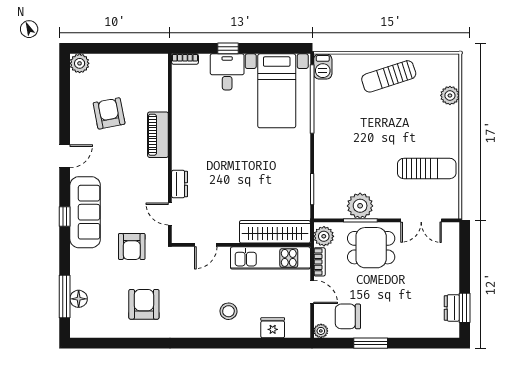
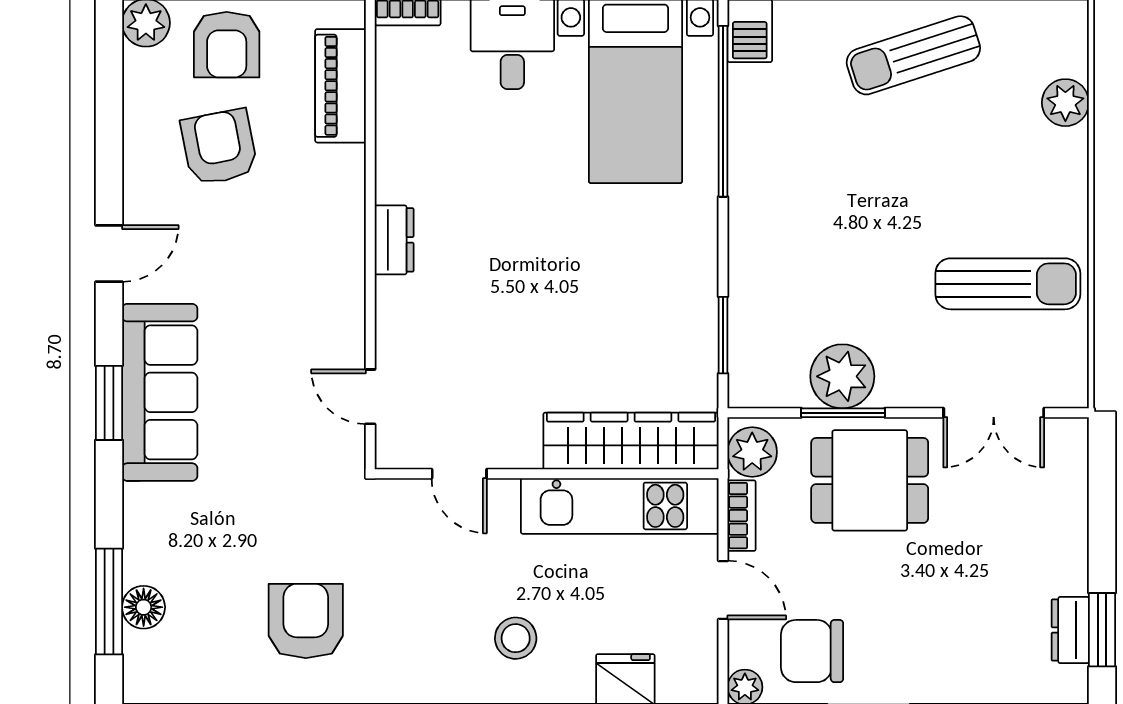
piano: (158, 135) -> (341, 86), moved
dresser: (180, 184) -> (394, 240), moved
window: (65, 216) -> (109, 403), width x1.50
door: (206, 245) -> (459, 474), hinge flipped
armchair: (132, 247) -> (227, 45), moved

